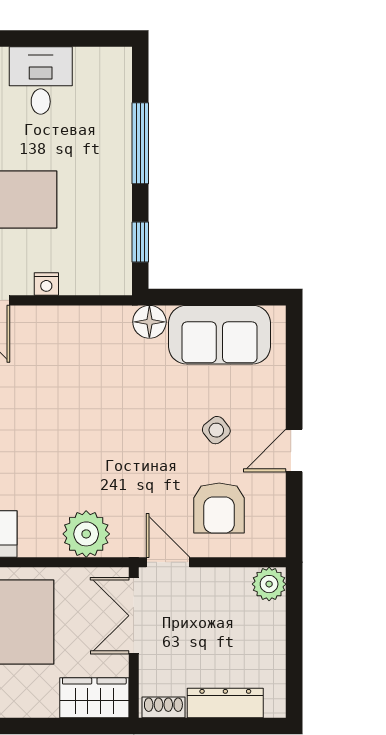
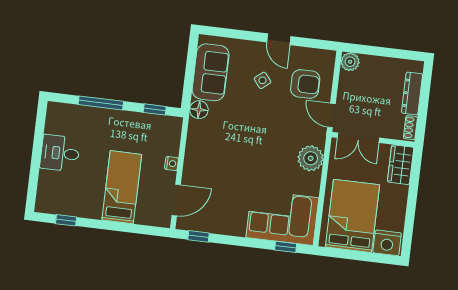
door: (168, 562) -> (331, 115), hinge flipped

